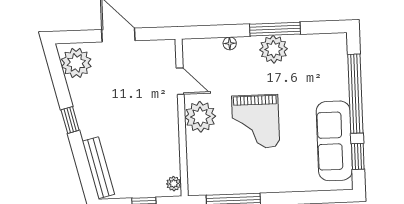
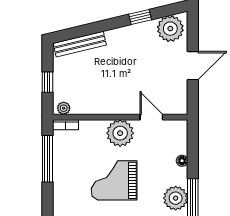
door: (180, 81) -> (151, 117), swing flipped
window: (70, 120) -> (140, 17), moved
bookcase: (193, 181) -> (65, 125), added

